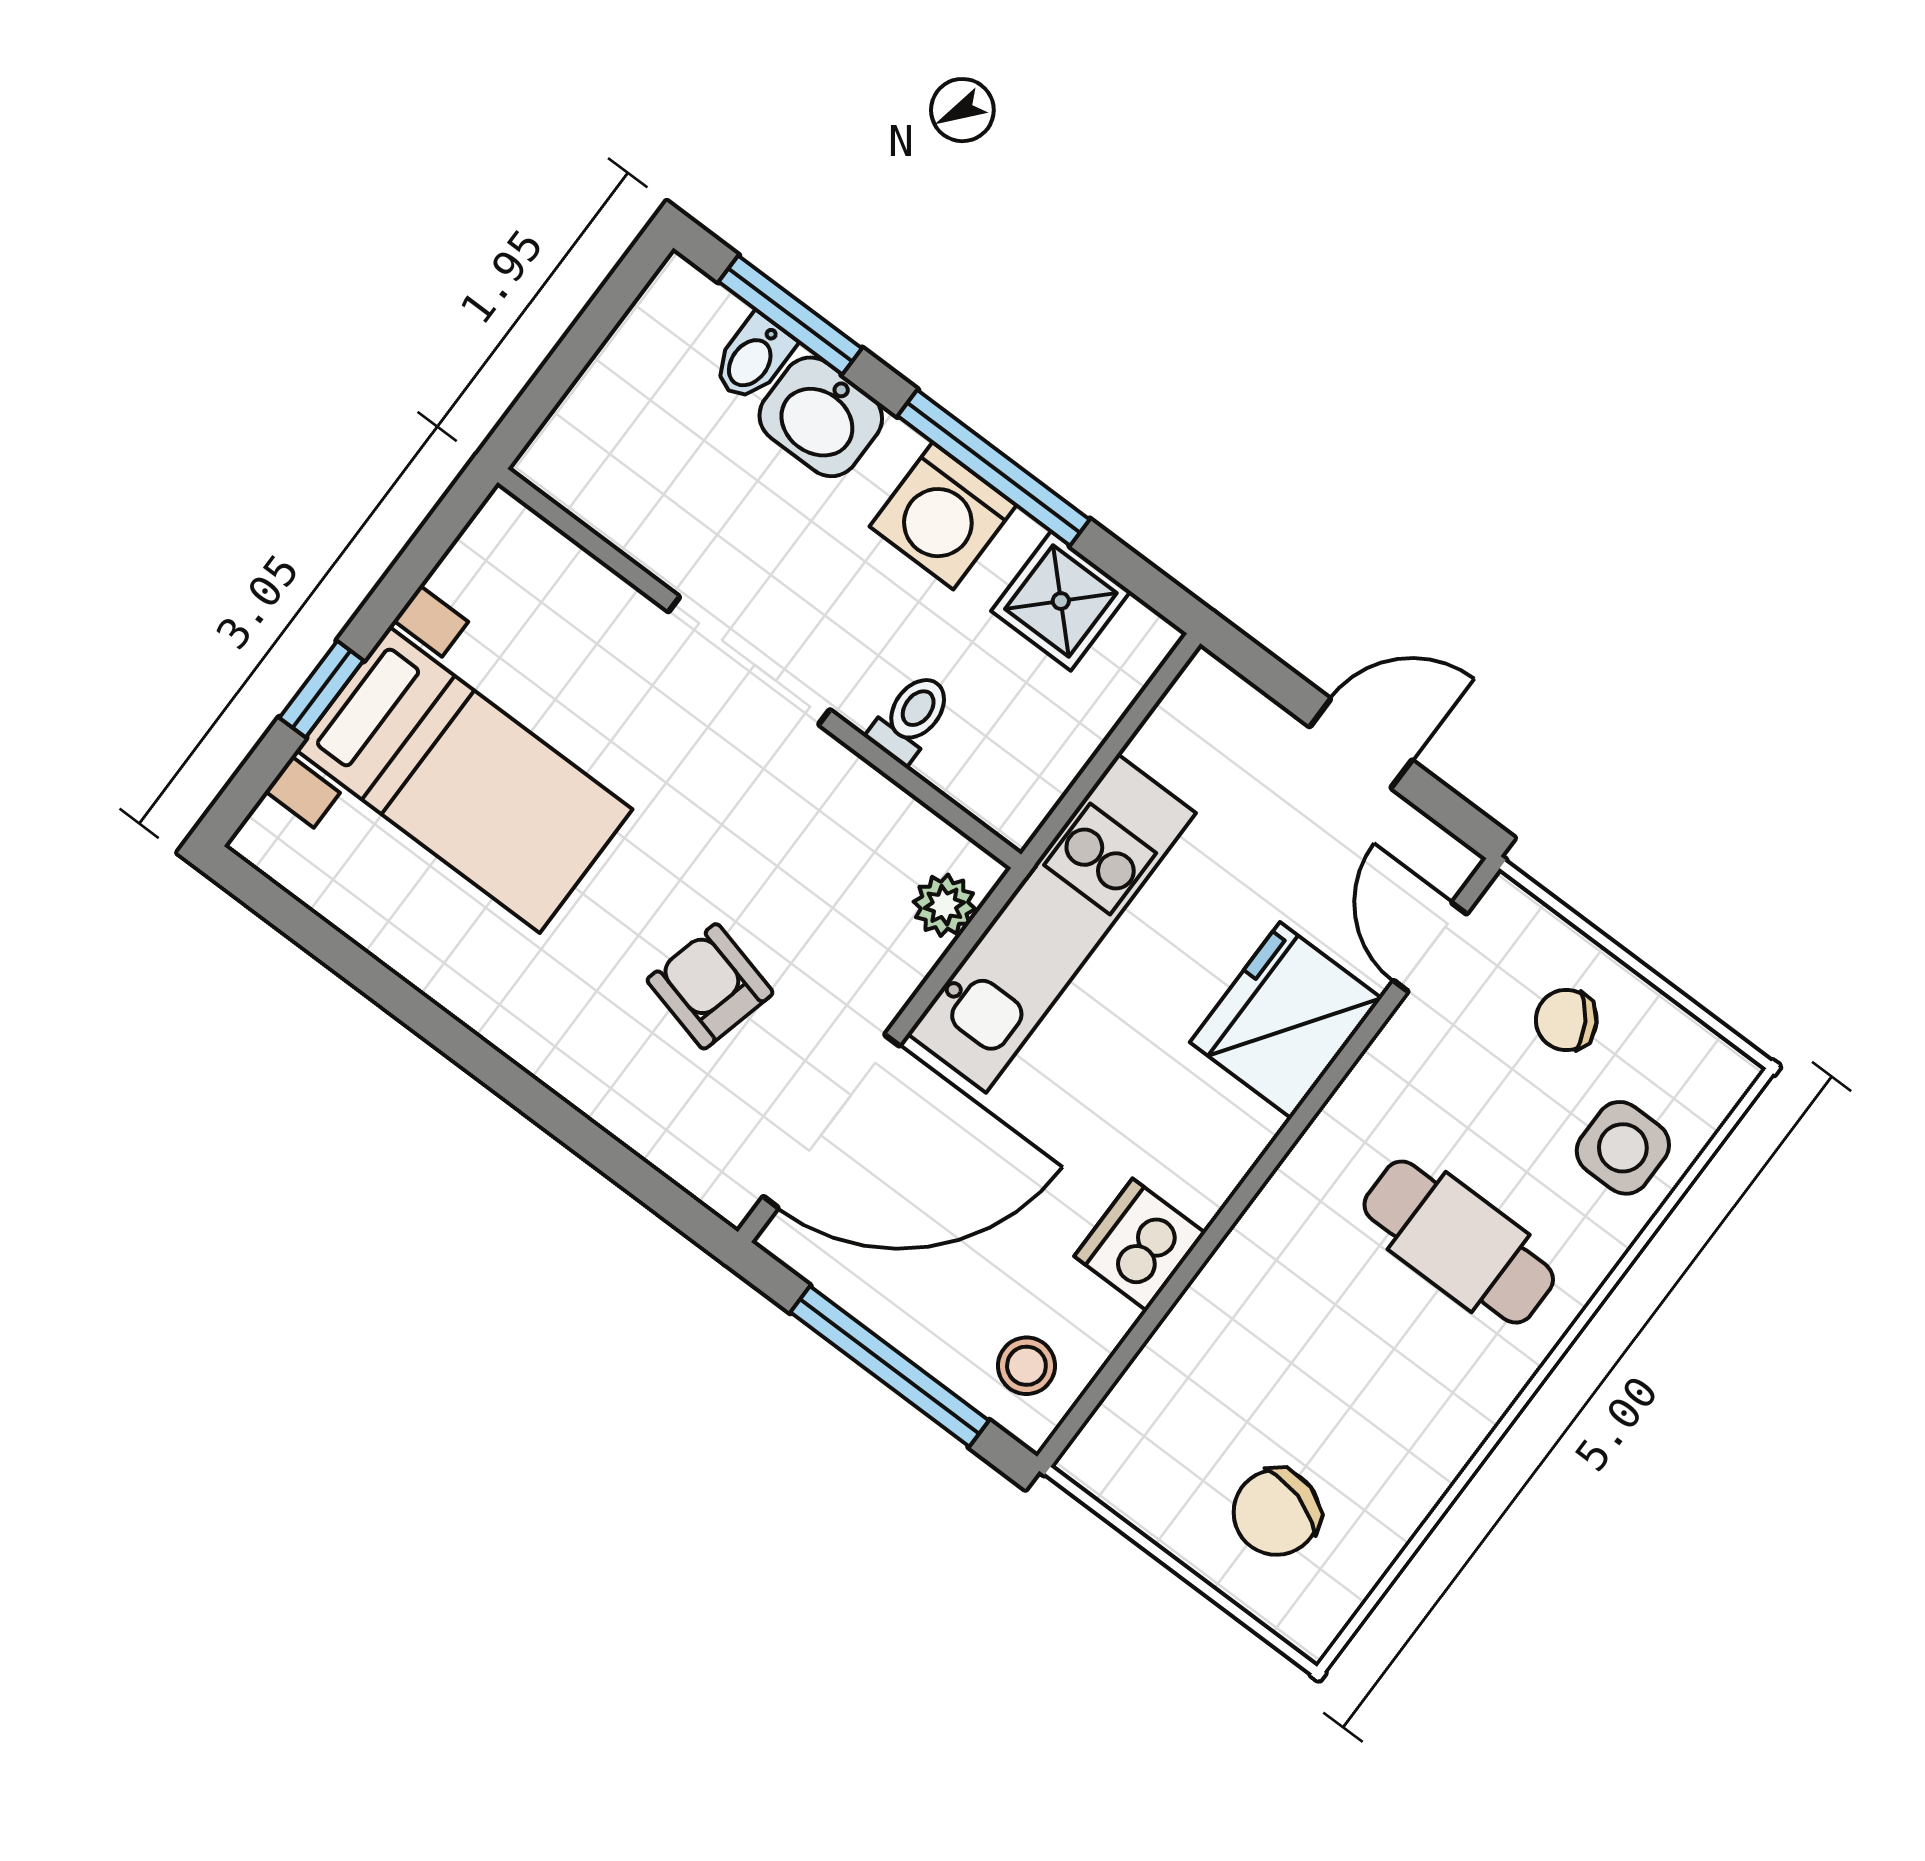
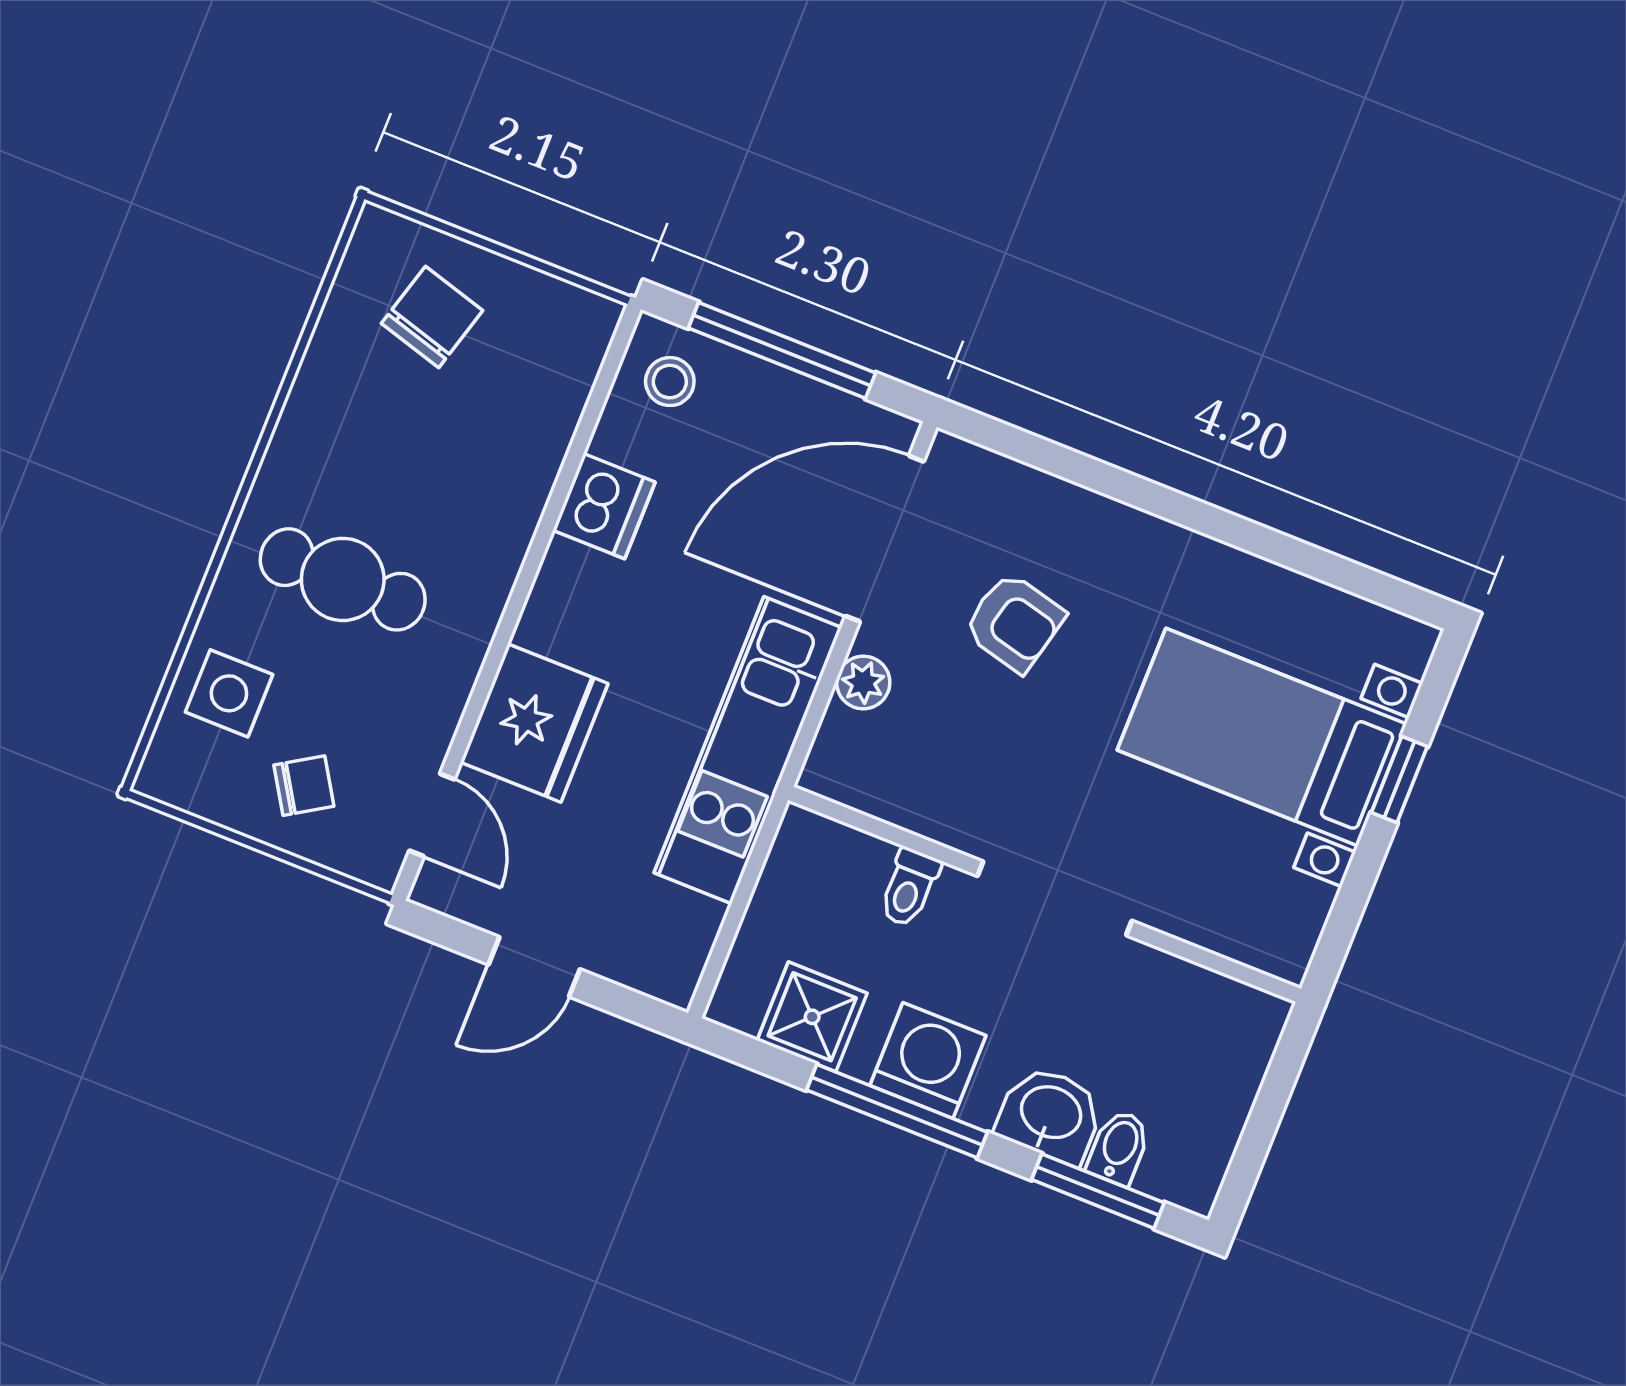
plant: (944, 905) -> (863, 682), moved

